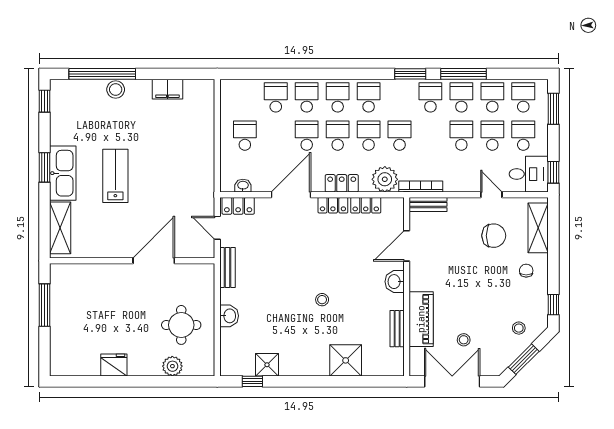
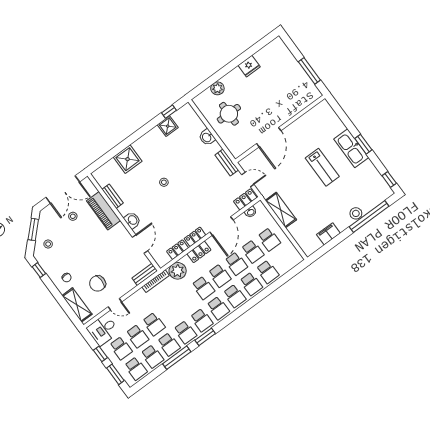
school desk: (276, 136) -> (253, 251), added
school desk: (400, 136) -> (202, 320), moved
window: (553, 172) -> (100, 354), moved
shelving: (60, 228) -> (281, 210), moved

